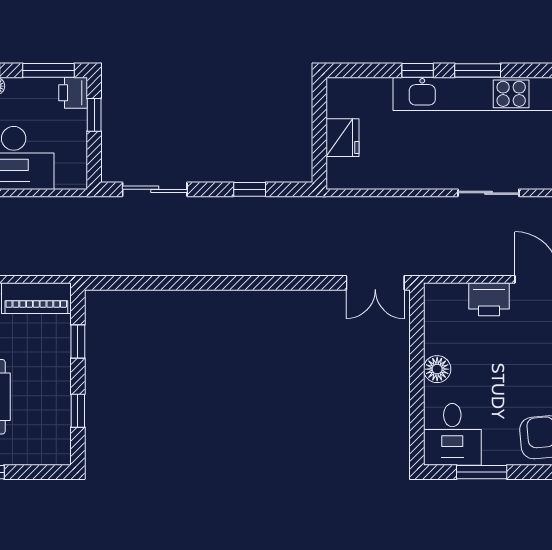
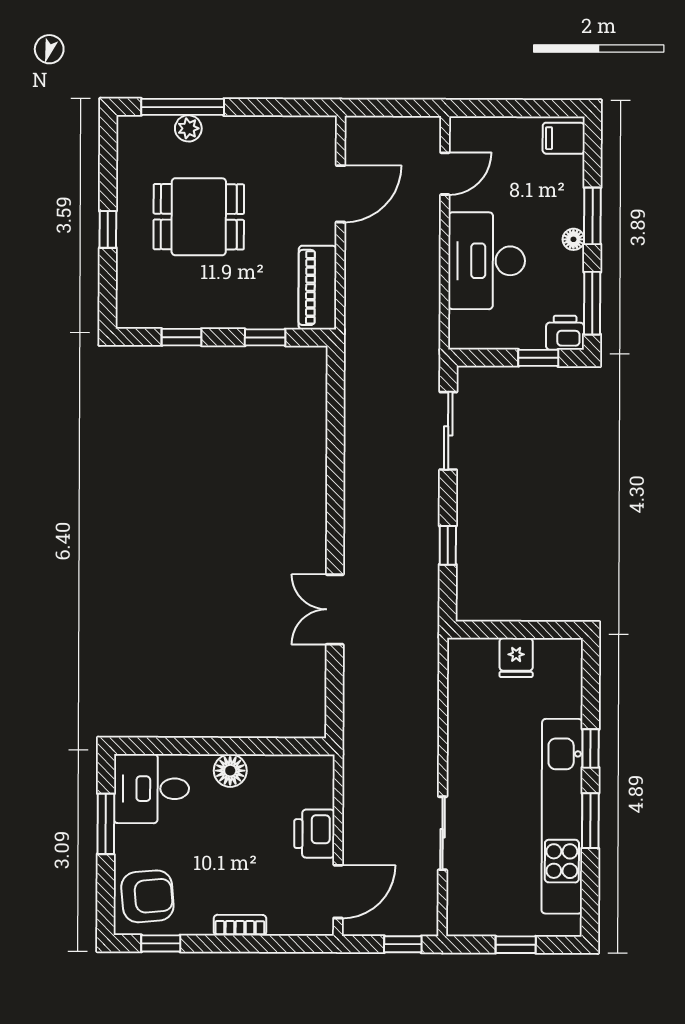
fridge: (343, 138) -> (516, 658), width x0.72
double door: (375, 283) -> (335, 609), moved

